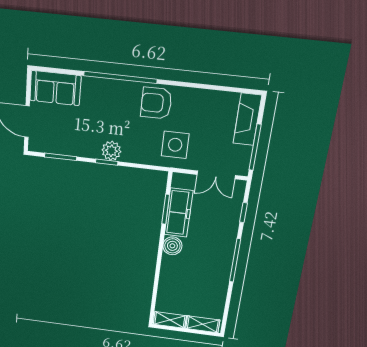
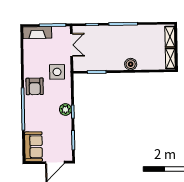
freezer: (179, 213) -> (98, 64), removed
boiler: (172, 246) -> (131, 64), moved

